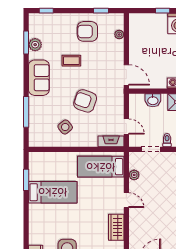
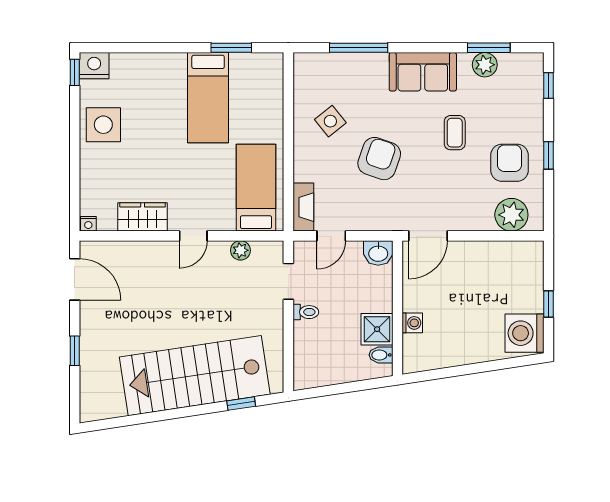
window: (101, 11) -> (548, 155), moved
plant: (119, 35) -> (511, 215), width x1.88, depth x1.88
washbasin: (153, 100) -> (378, 253), moved, turned -90

